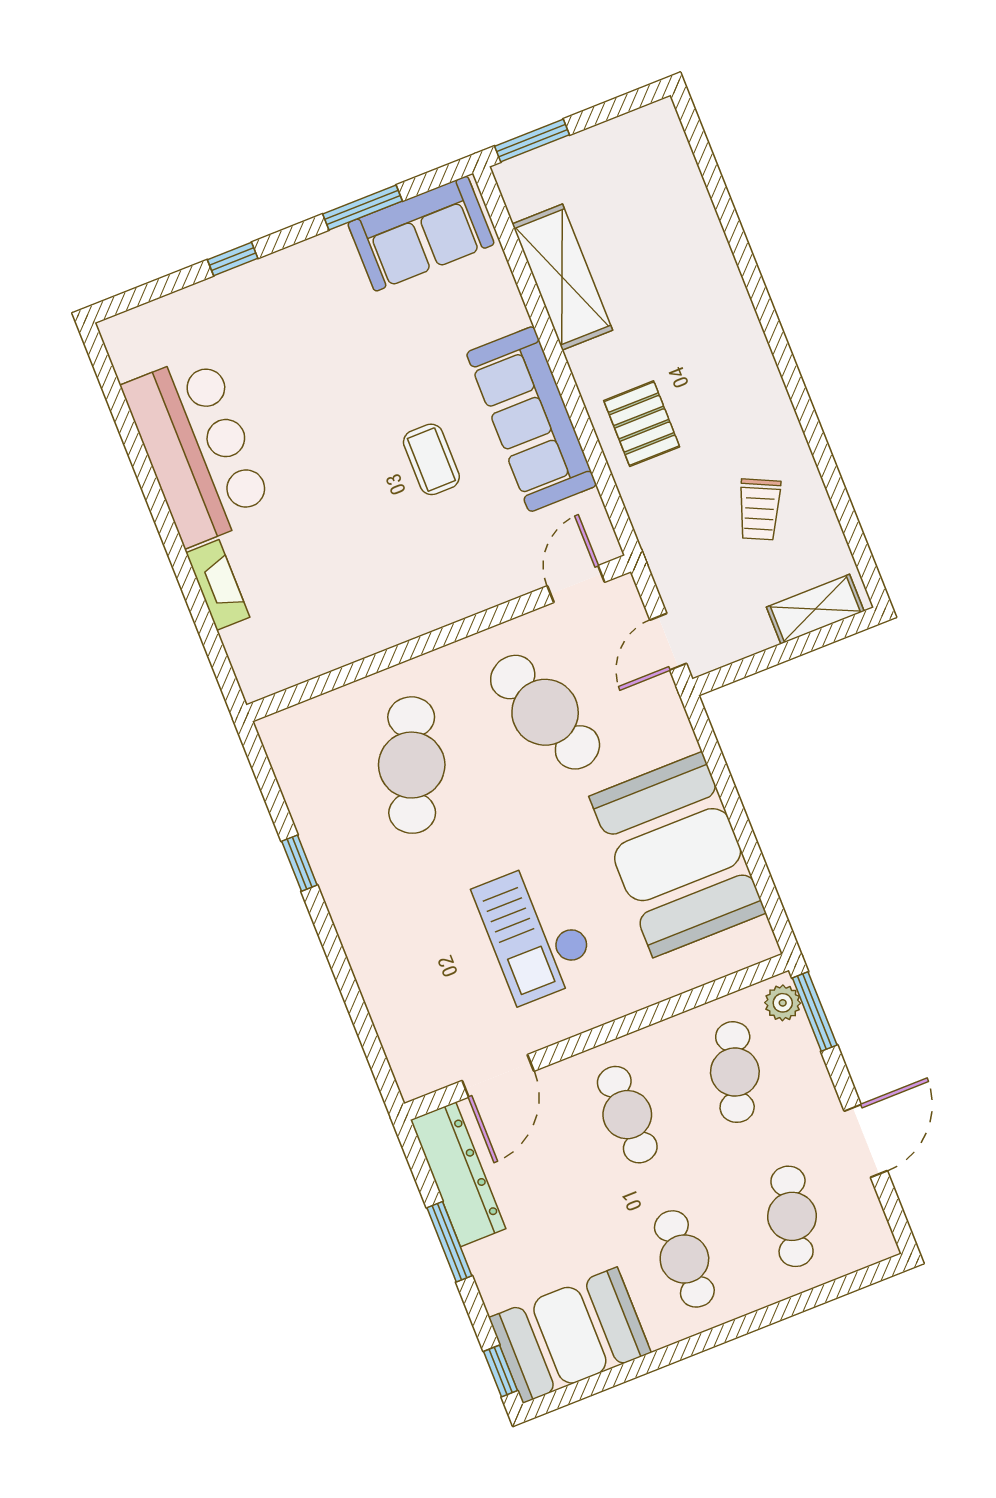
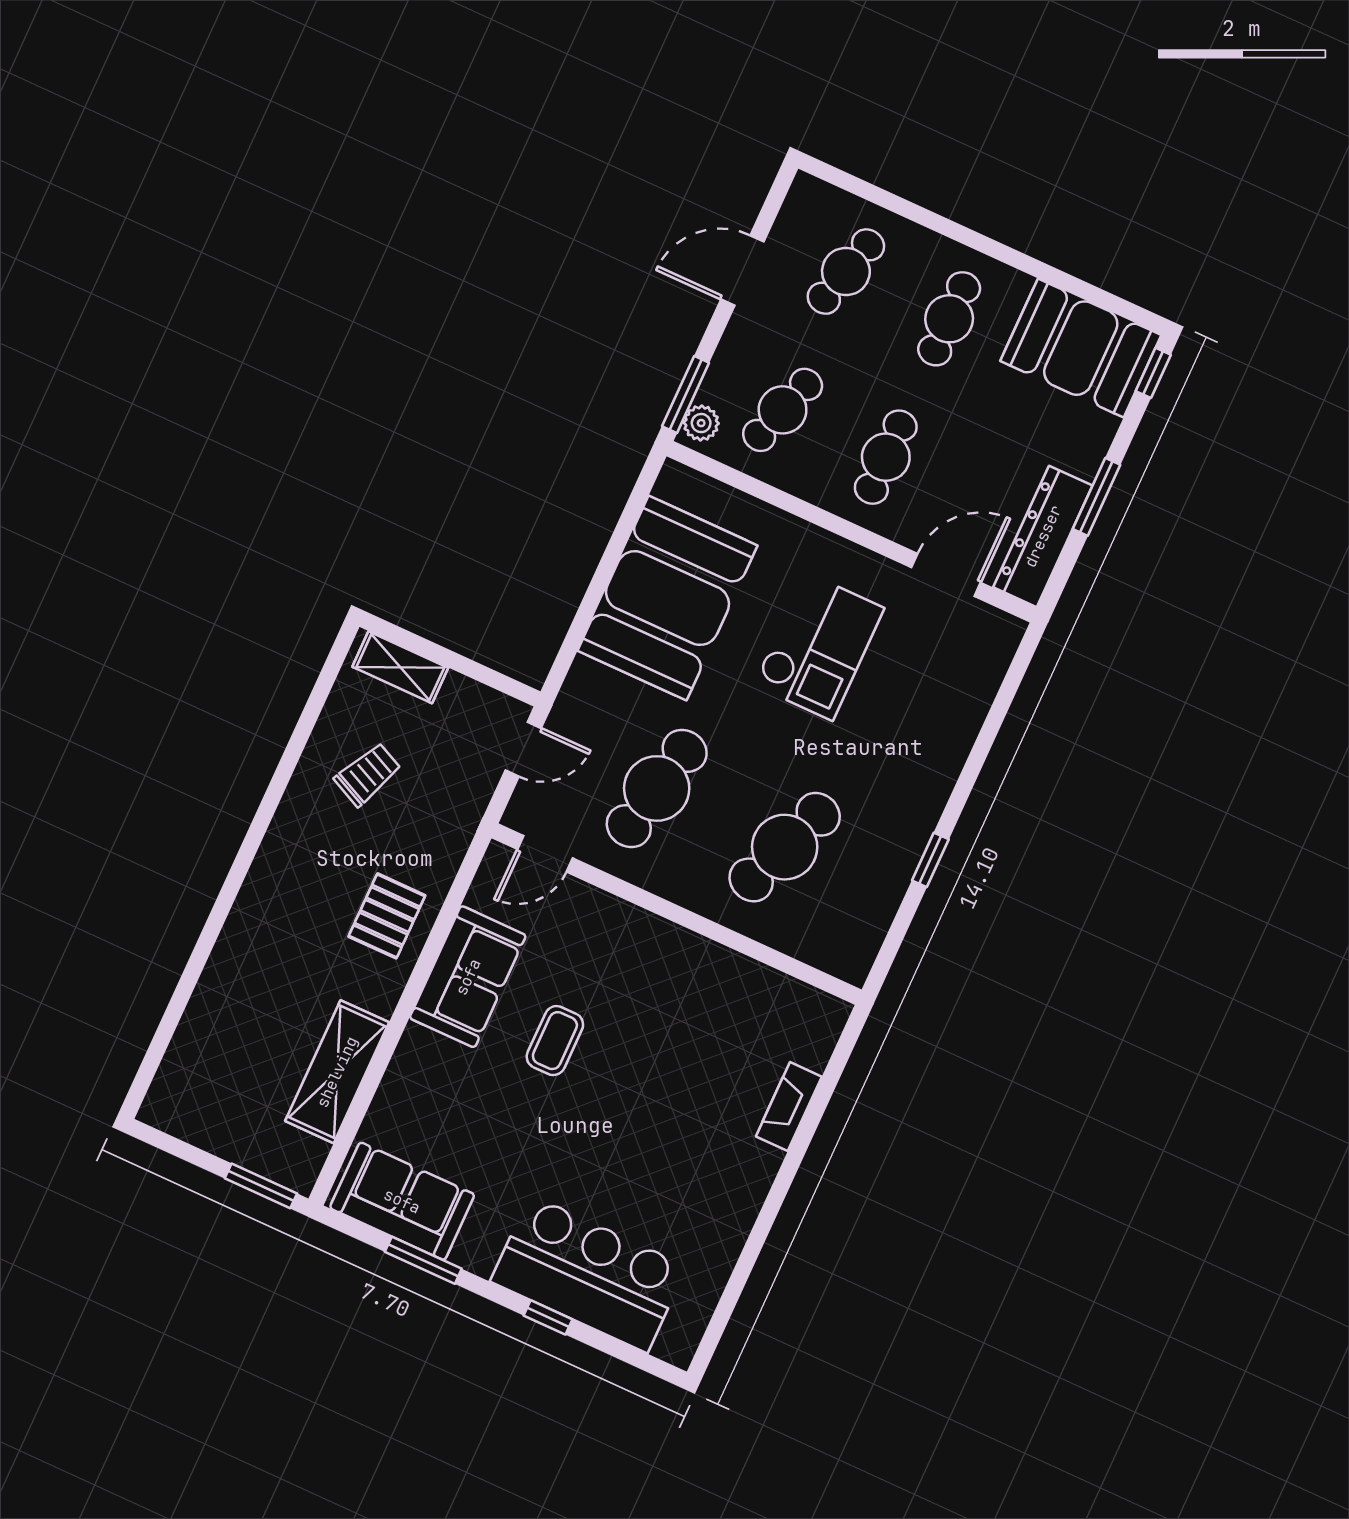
sofa: (532, 419) -> (468, 977), width x0.73
bar counter: (198, 449) -> (589, 1274), moved, turned 90
cafe table: (545, 712) -> (657, 788), turned 33

